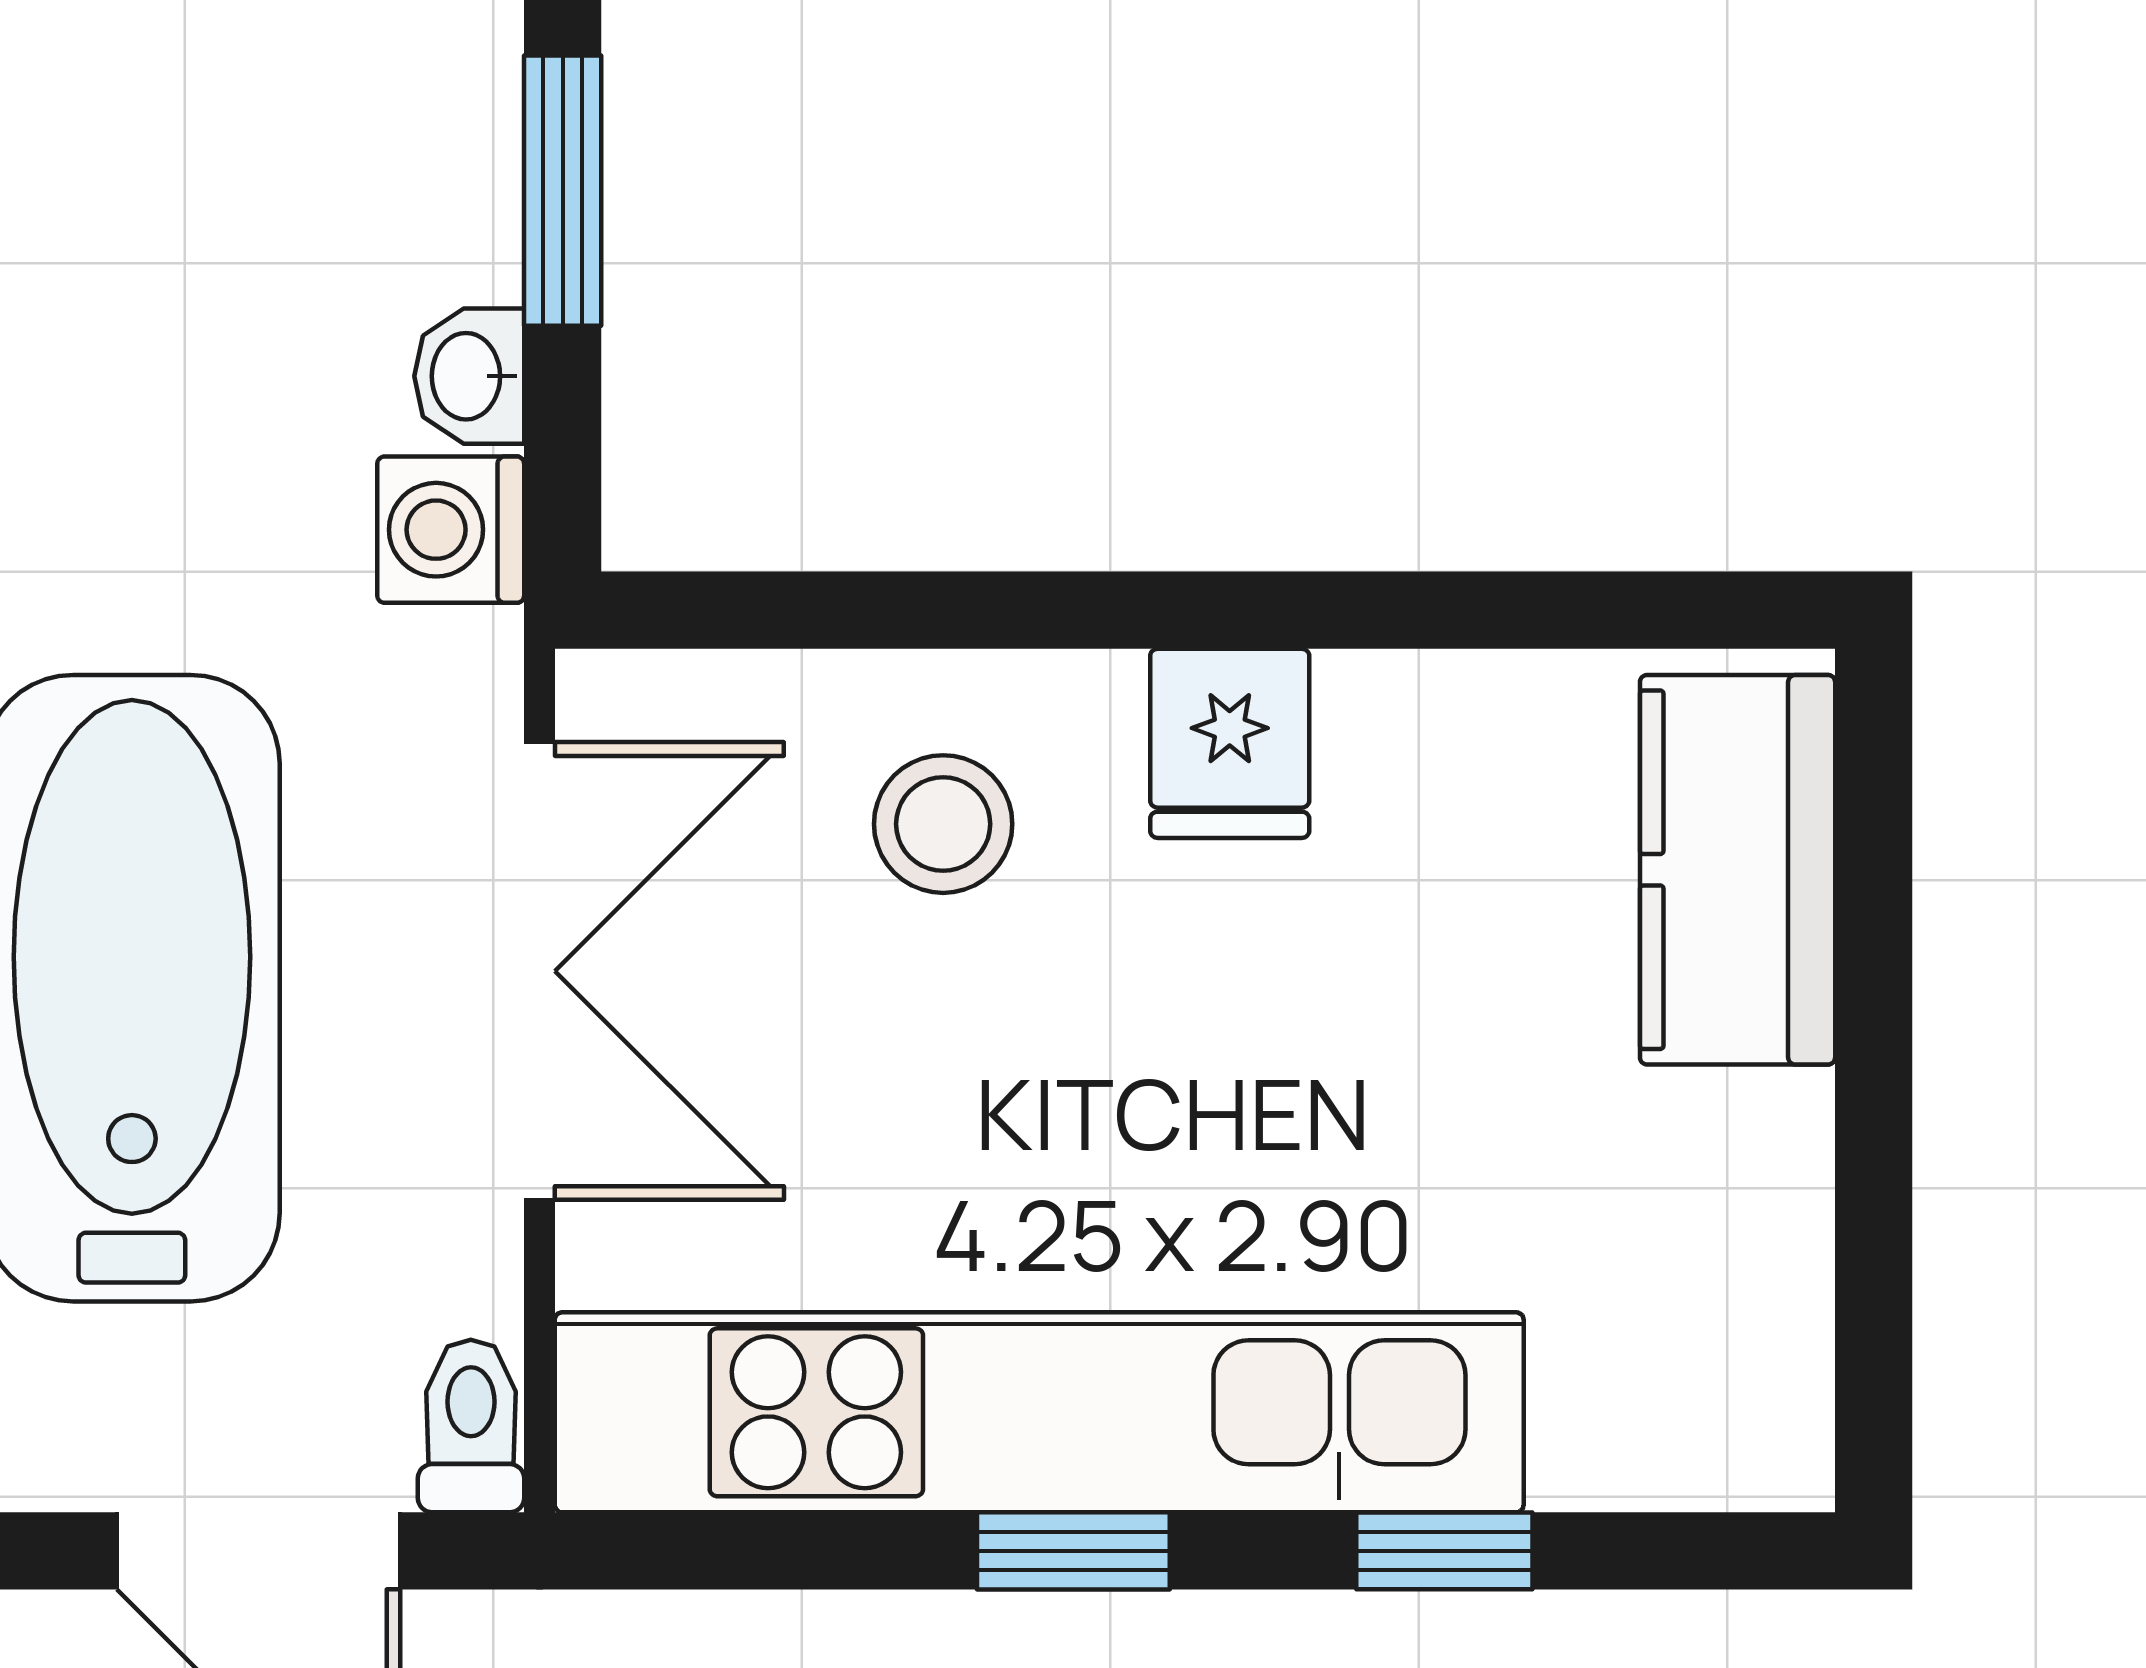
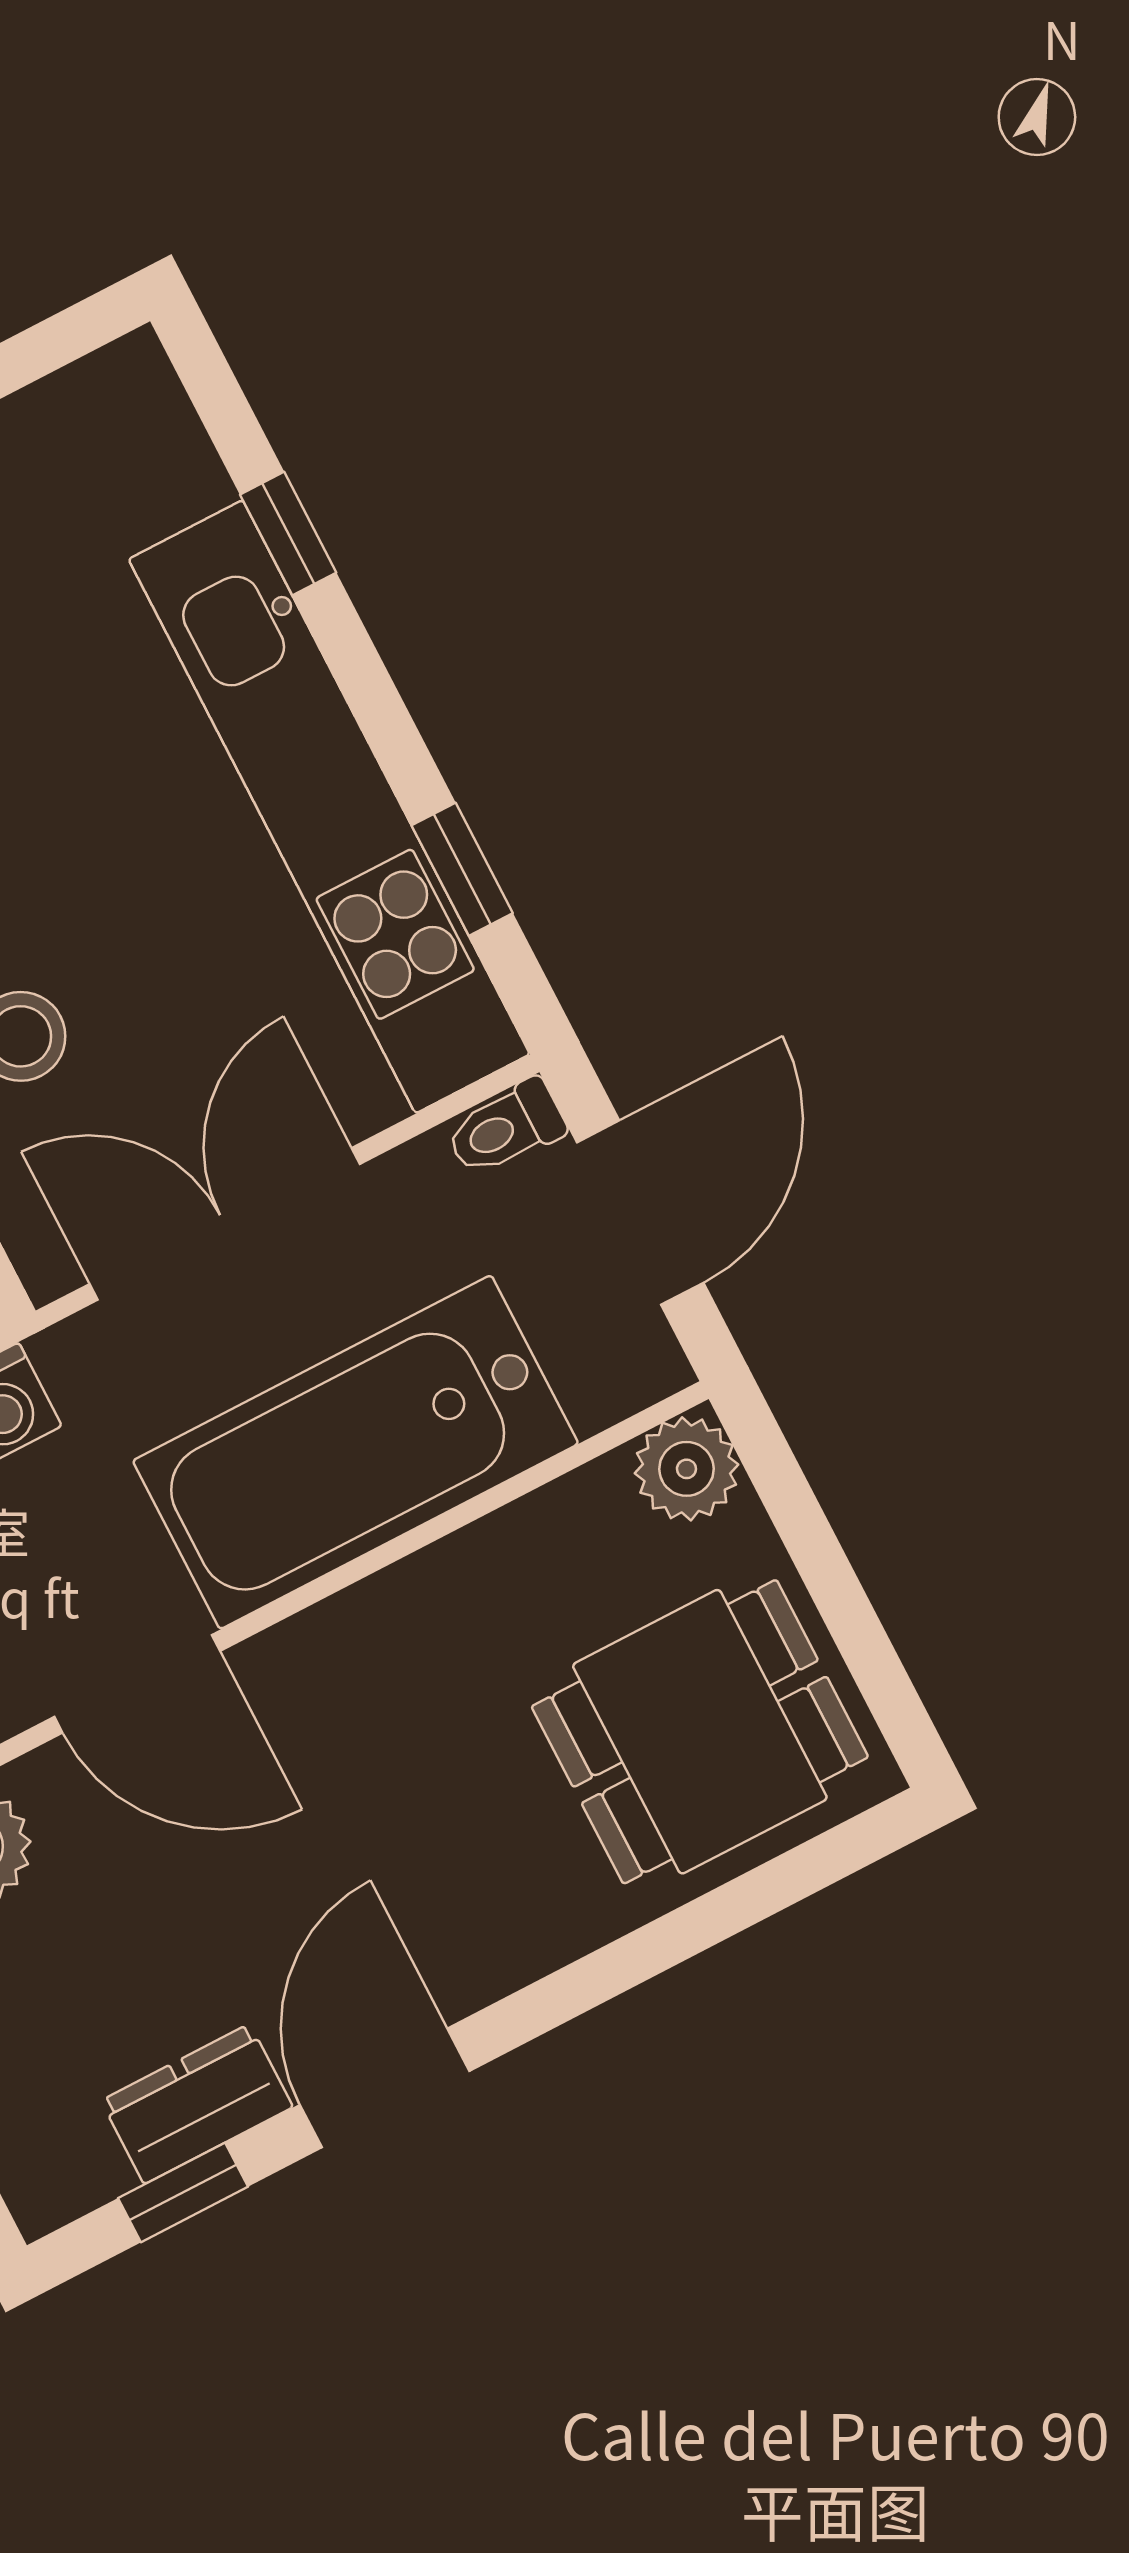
window: (1073, 1551) -> (462, 869), moved

